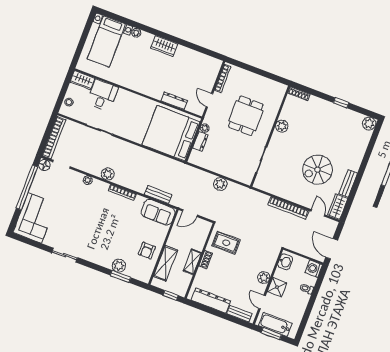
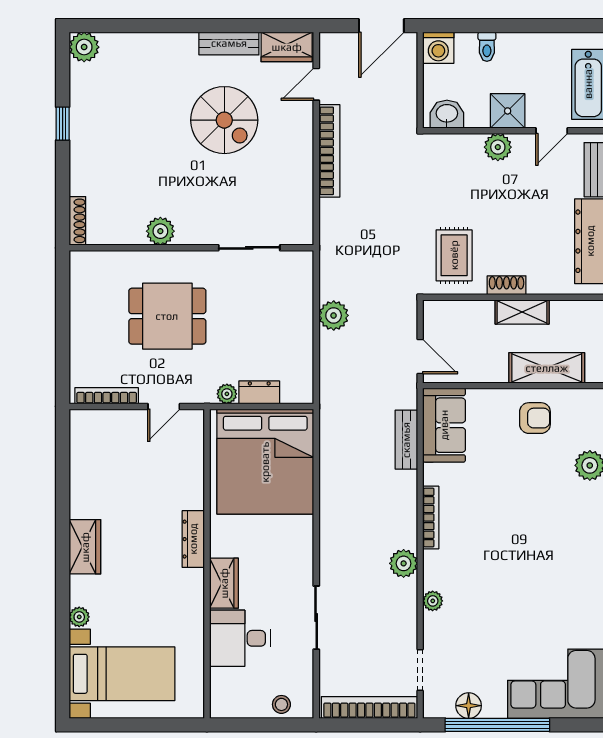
wardrobe: (82, 80) -> (224, 583), moved
dresser: (174, 101) -> (193, 539), moved
floor lamp: (44, 165) -> (469, 706), moved

